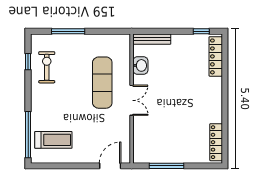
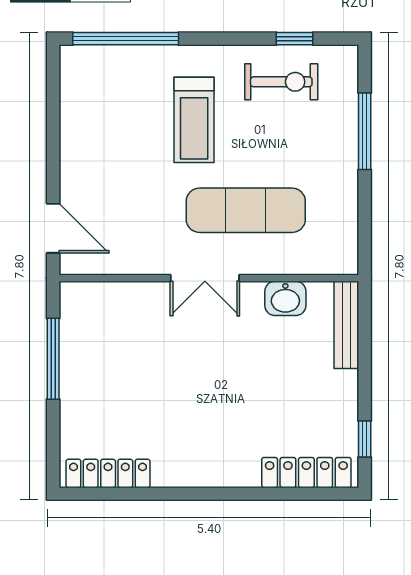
treadmill: (53, 140) -> (194, 120), moved

